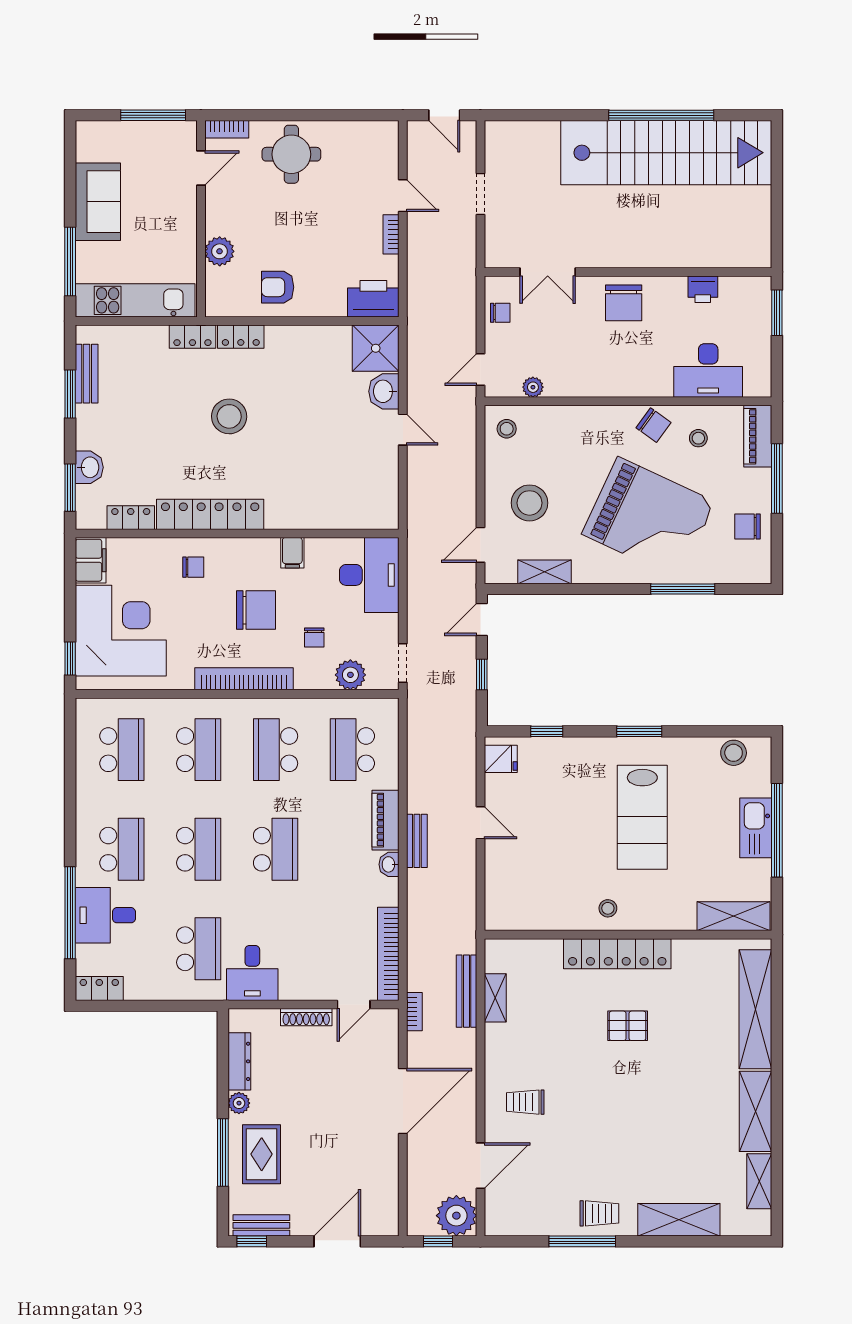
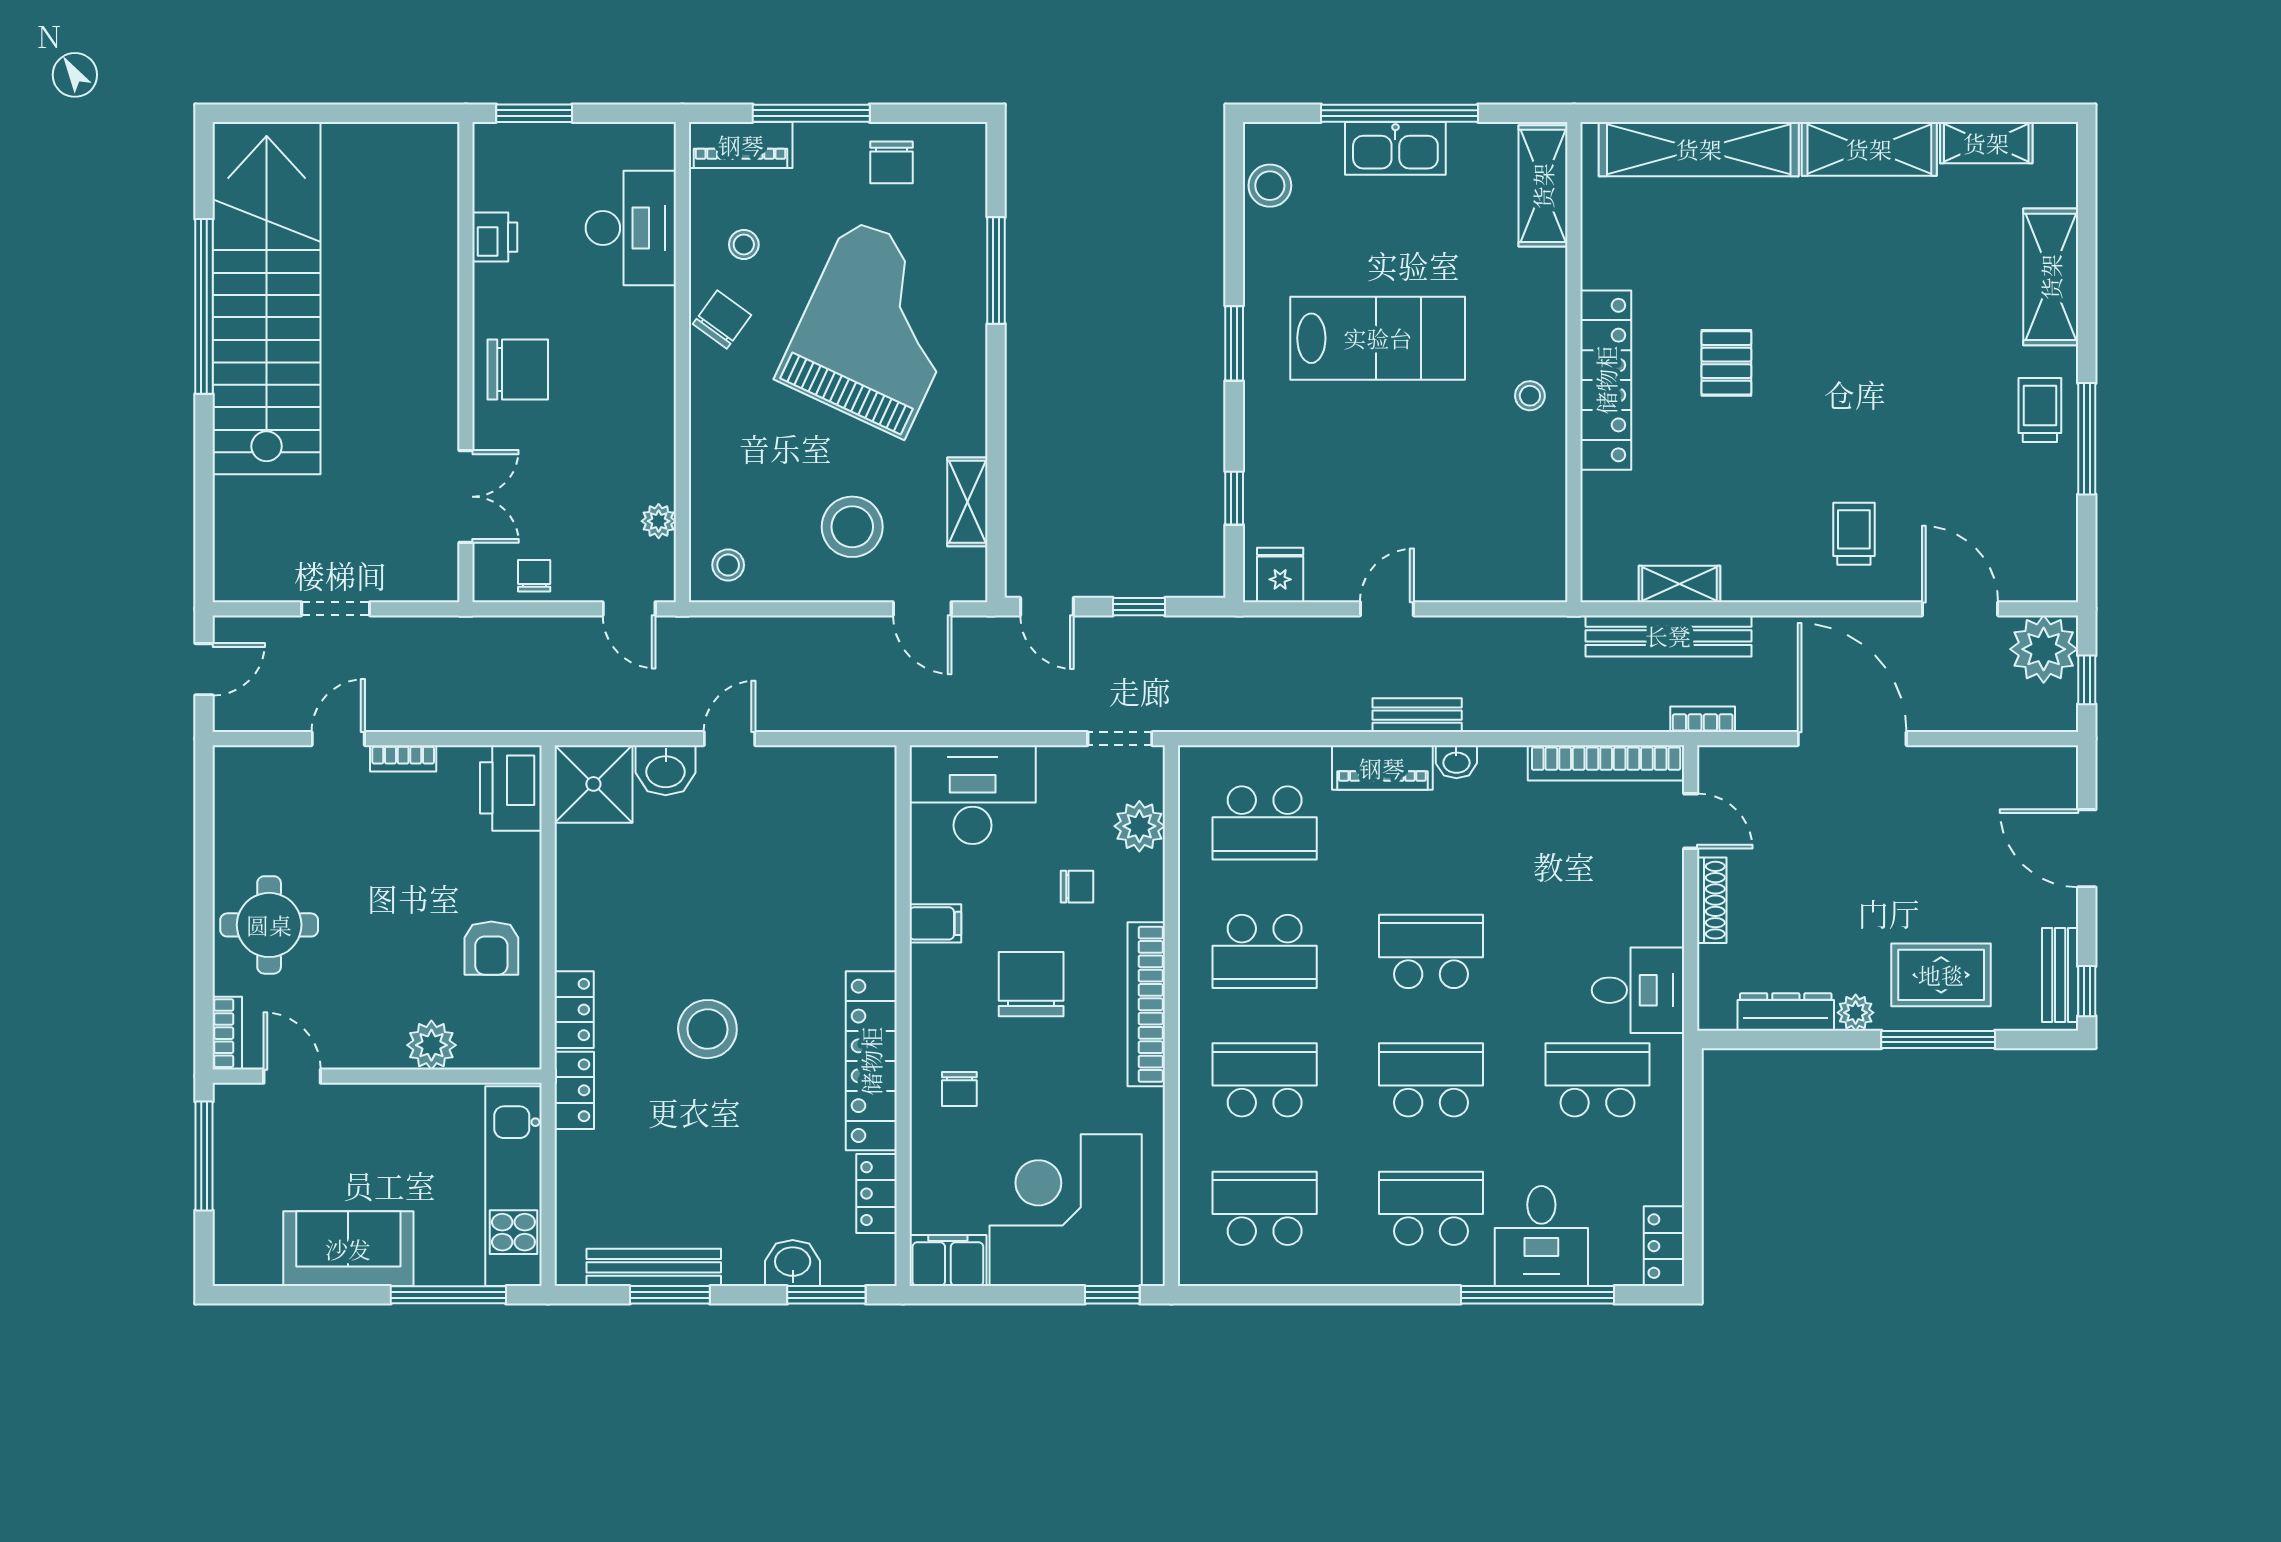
bench: (87, 374) -> (654, 1267), width x1.36
chair: (193, 567) -> (959, 1089), turned 180
bench: (466, 991) -> (1668, 636), width x1.37, depth x1.21
trolley: (525, 1102) -> (1854, 534), turned 180

